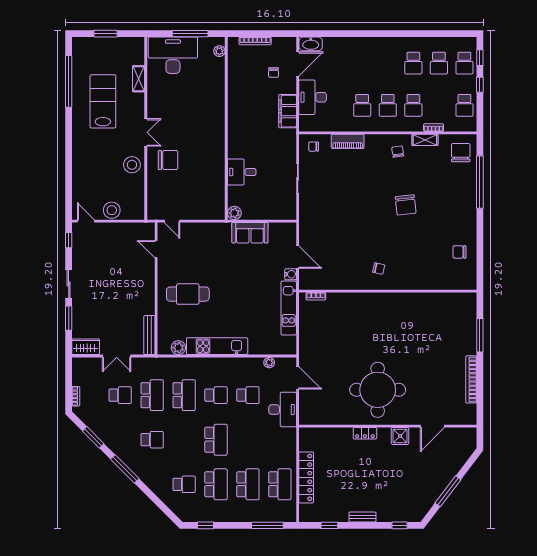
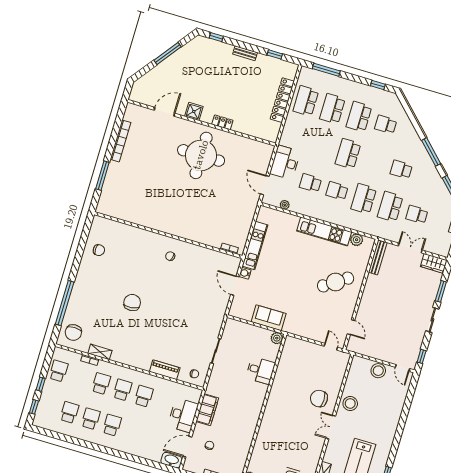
school desk: (464, 63) -> (112, 425), moved
chair: (398, 152) -> (126, 349), removed
cafe table: (188, 294) -> (336, 282), turned -34

